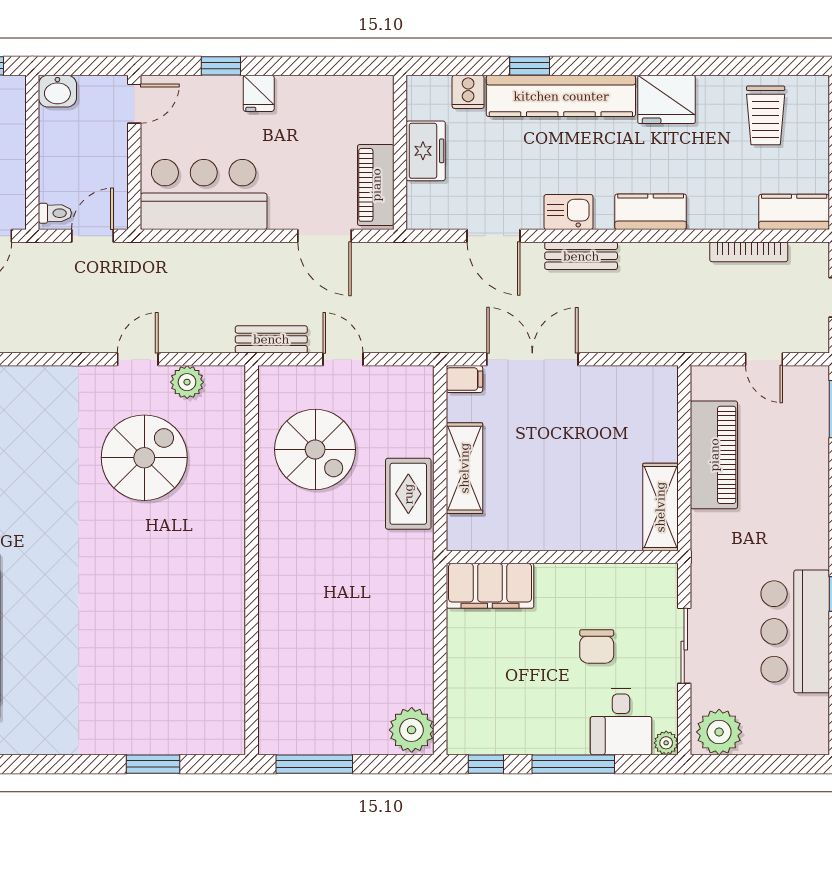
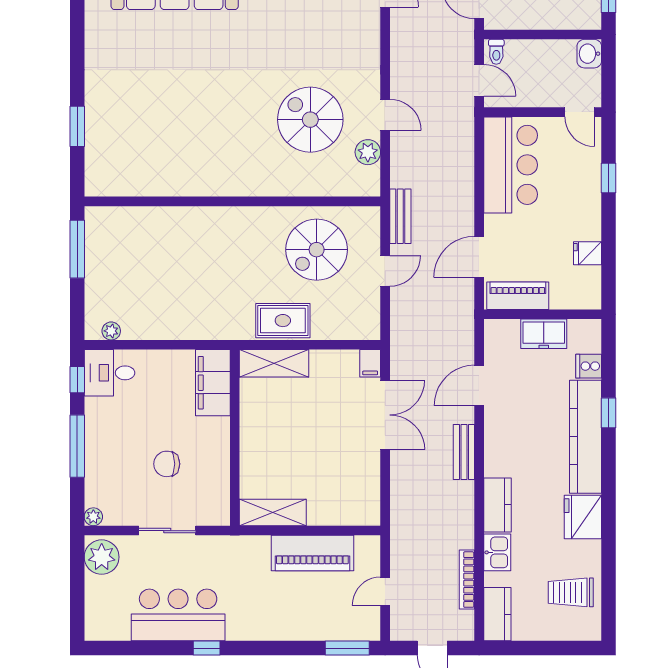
fridge: (259, 93) -> (588, 253), moved
kitchen sink: (568, 212) -> (497, 552), moved
spiral stairs: (144, 458) -> (310, 120), turned 180
shelving: (464, 468) -> (274, 363), moved
desk: (621, 722) -> (109, 373), moved
plant: (412, 730) -> (111, 331), width x0.53, depth x0.53

